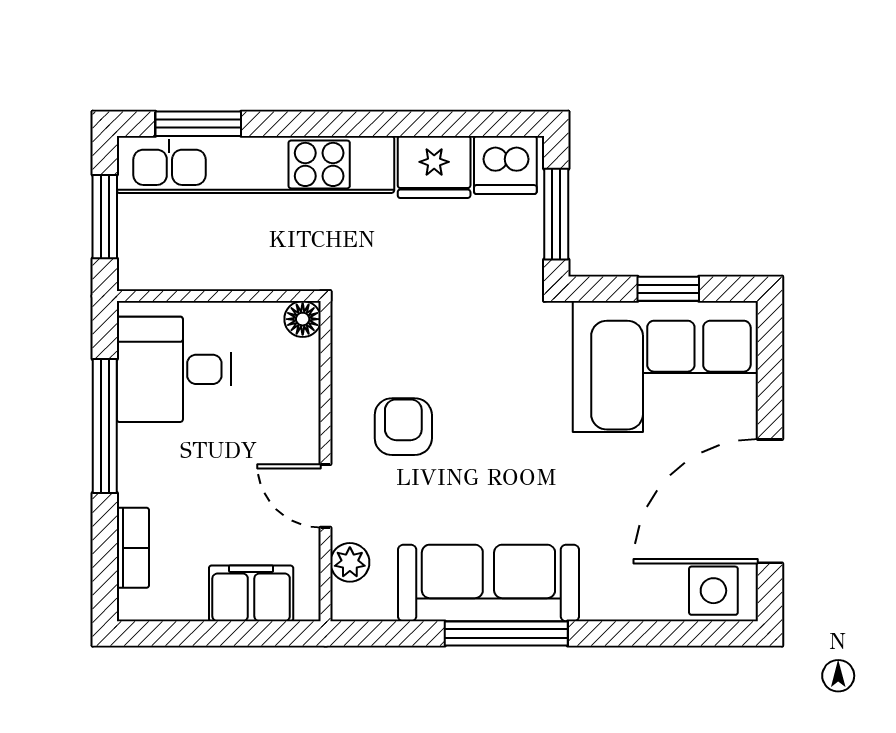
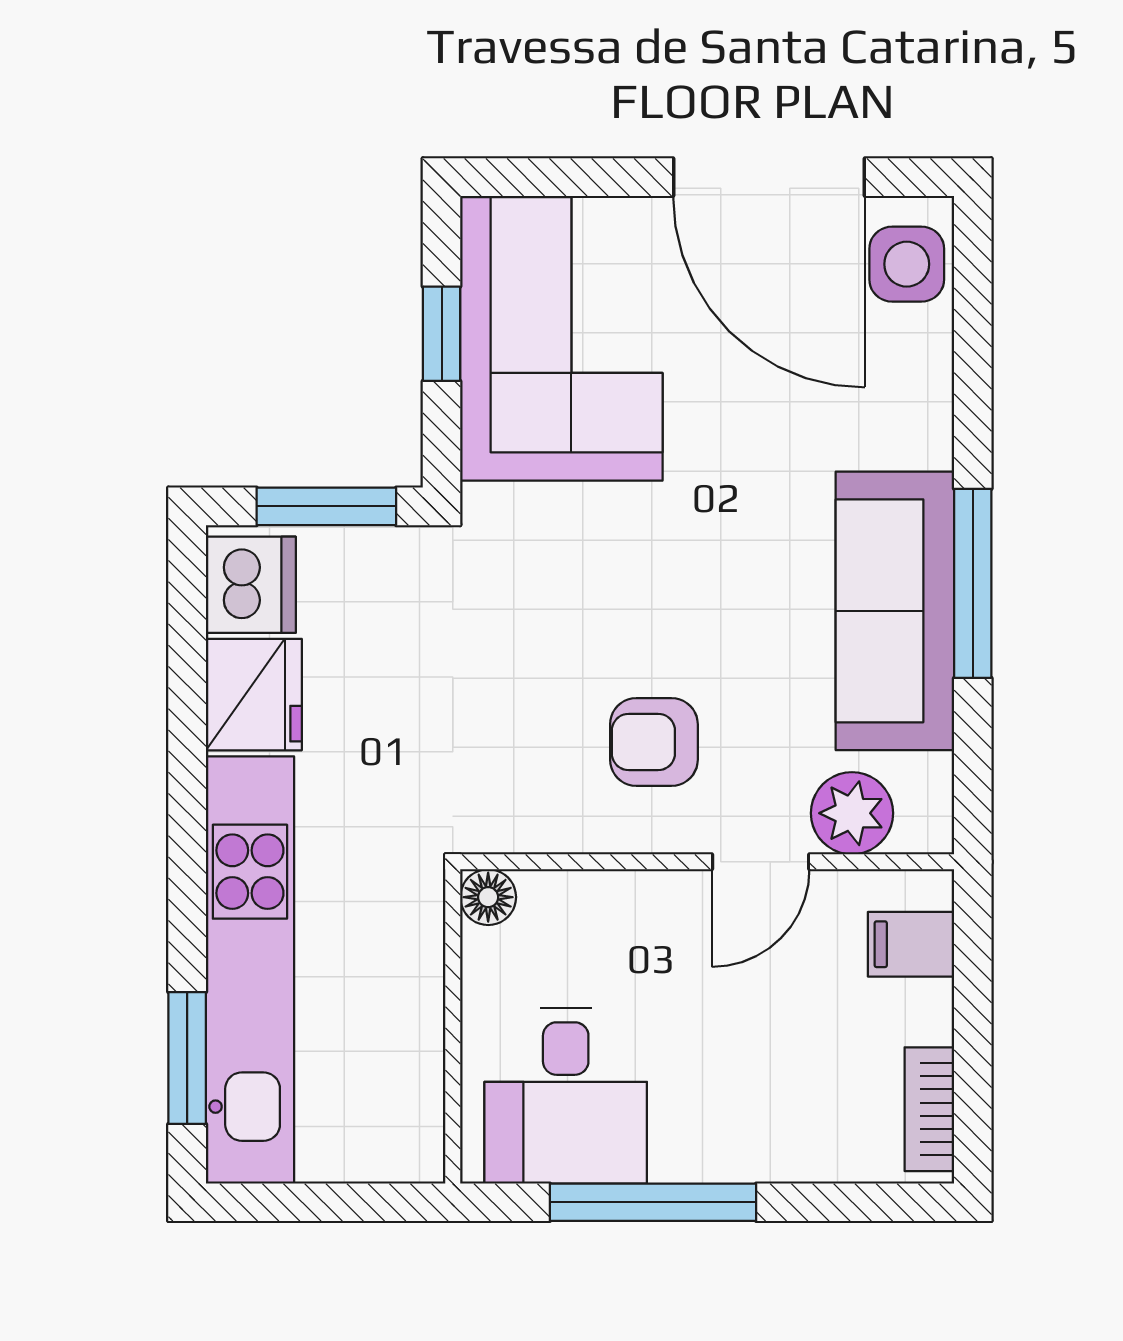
window: (105, 217) -> (330, 1202), removed
bookcase: (133, 548) -> (929, 1109), moved, turned -90
plant: (350, 562) -> (852, 813), width x1.38, depth x1.38
filing cabinet: (251, 593) -> (911, 944), width x0.50

